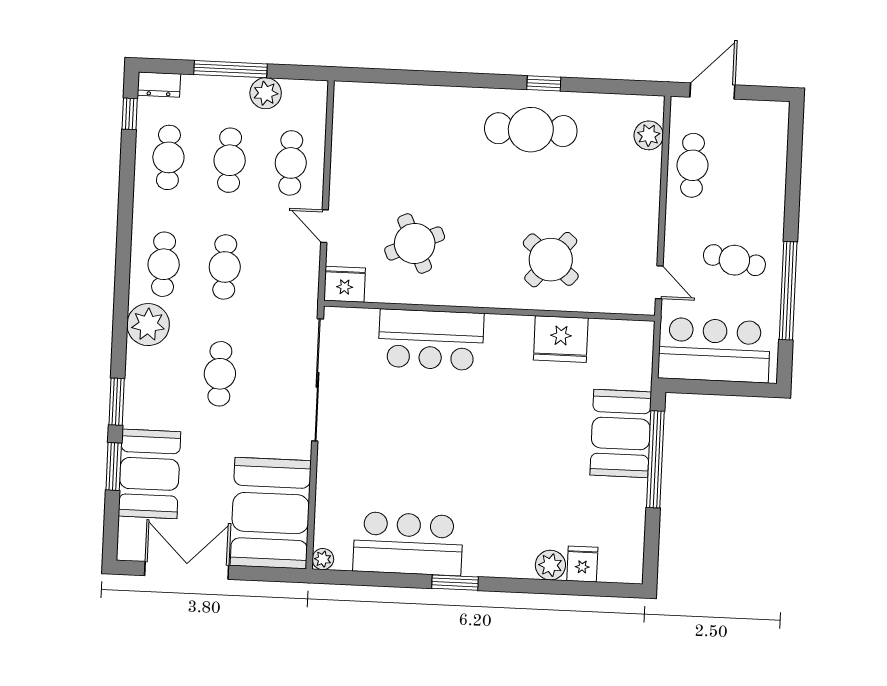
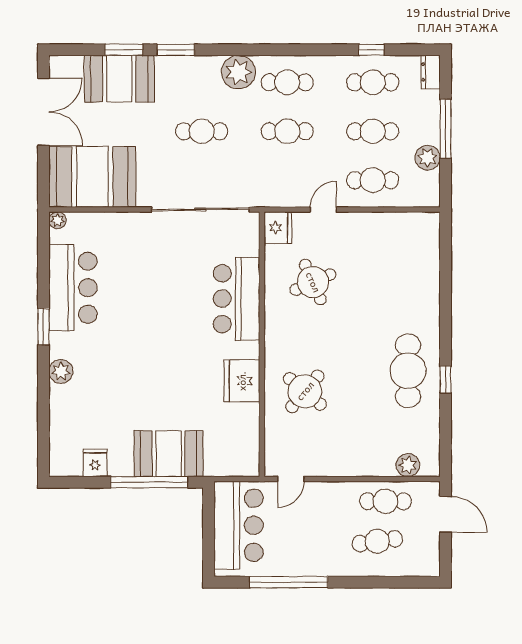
window: (130, 114) -> (371, 50), moved
cafe table: (734, 260) -> (377, 541), moved, turned 71
fridge: (561, 339) -> (242, 381), moved
fridge: (582, 564) -> (95, 463), moved, turned -90
plant: (550, 565) -> (61, 371), moved

